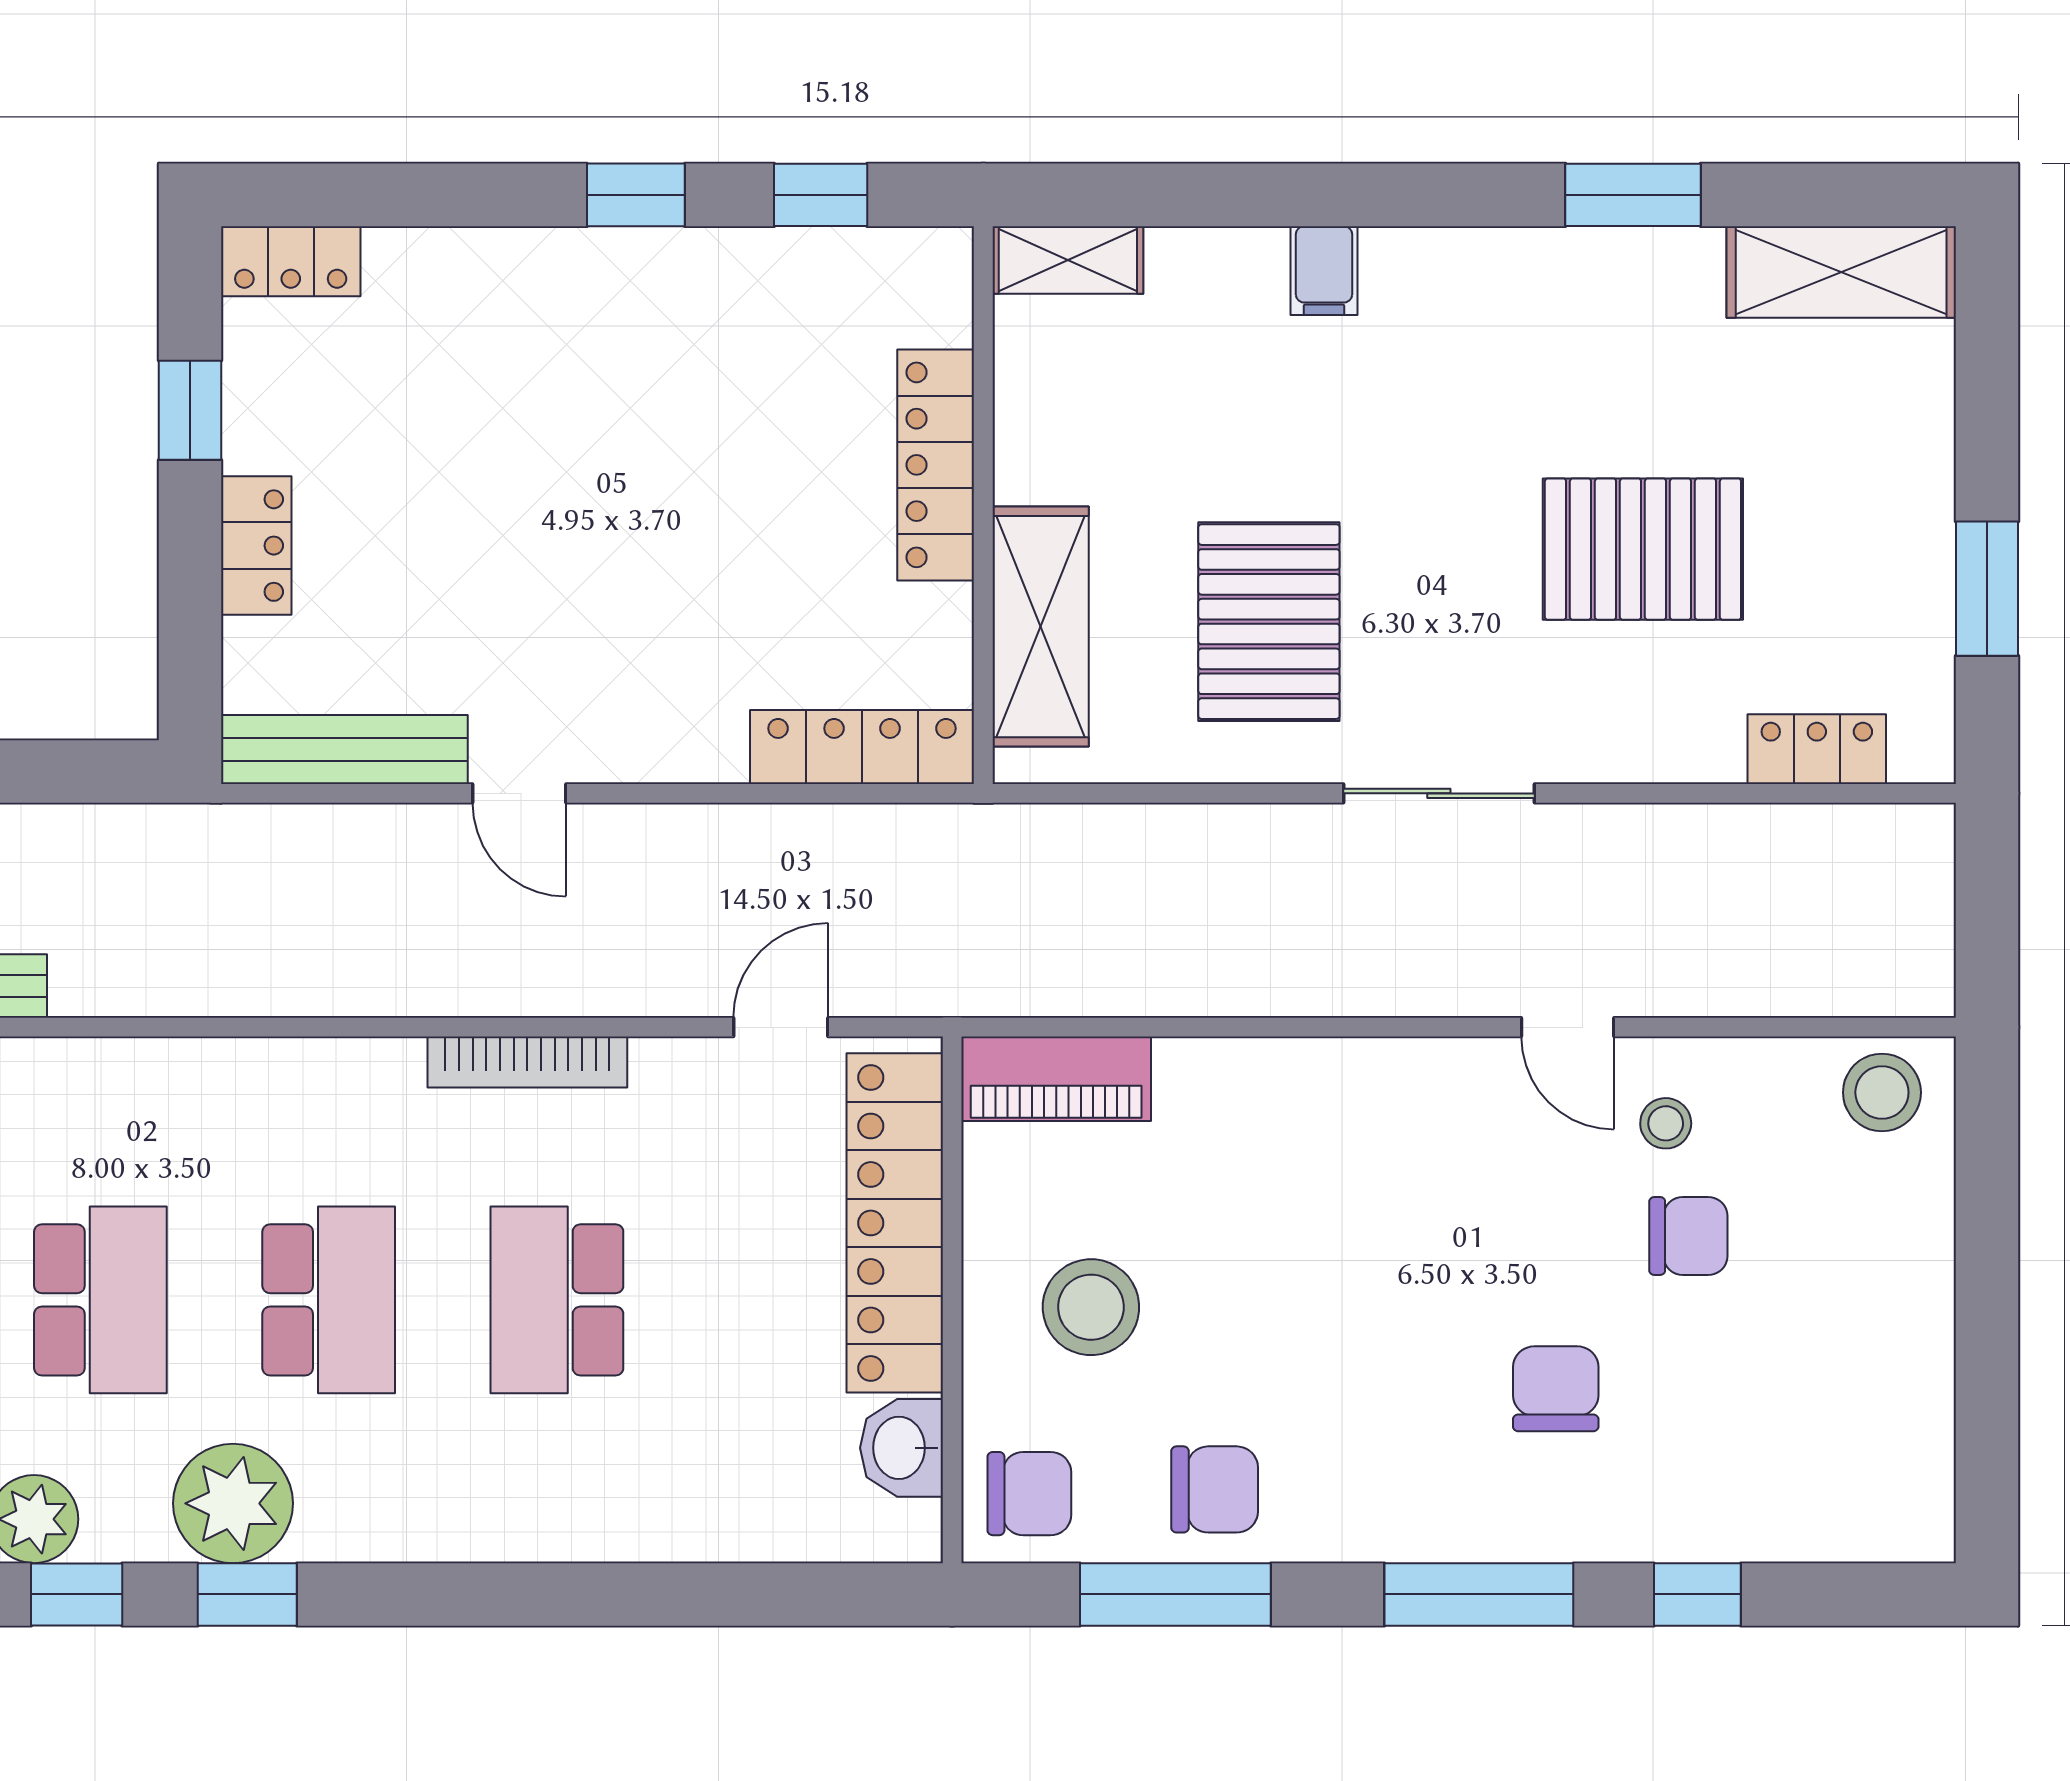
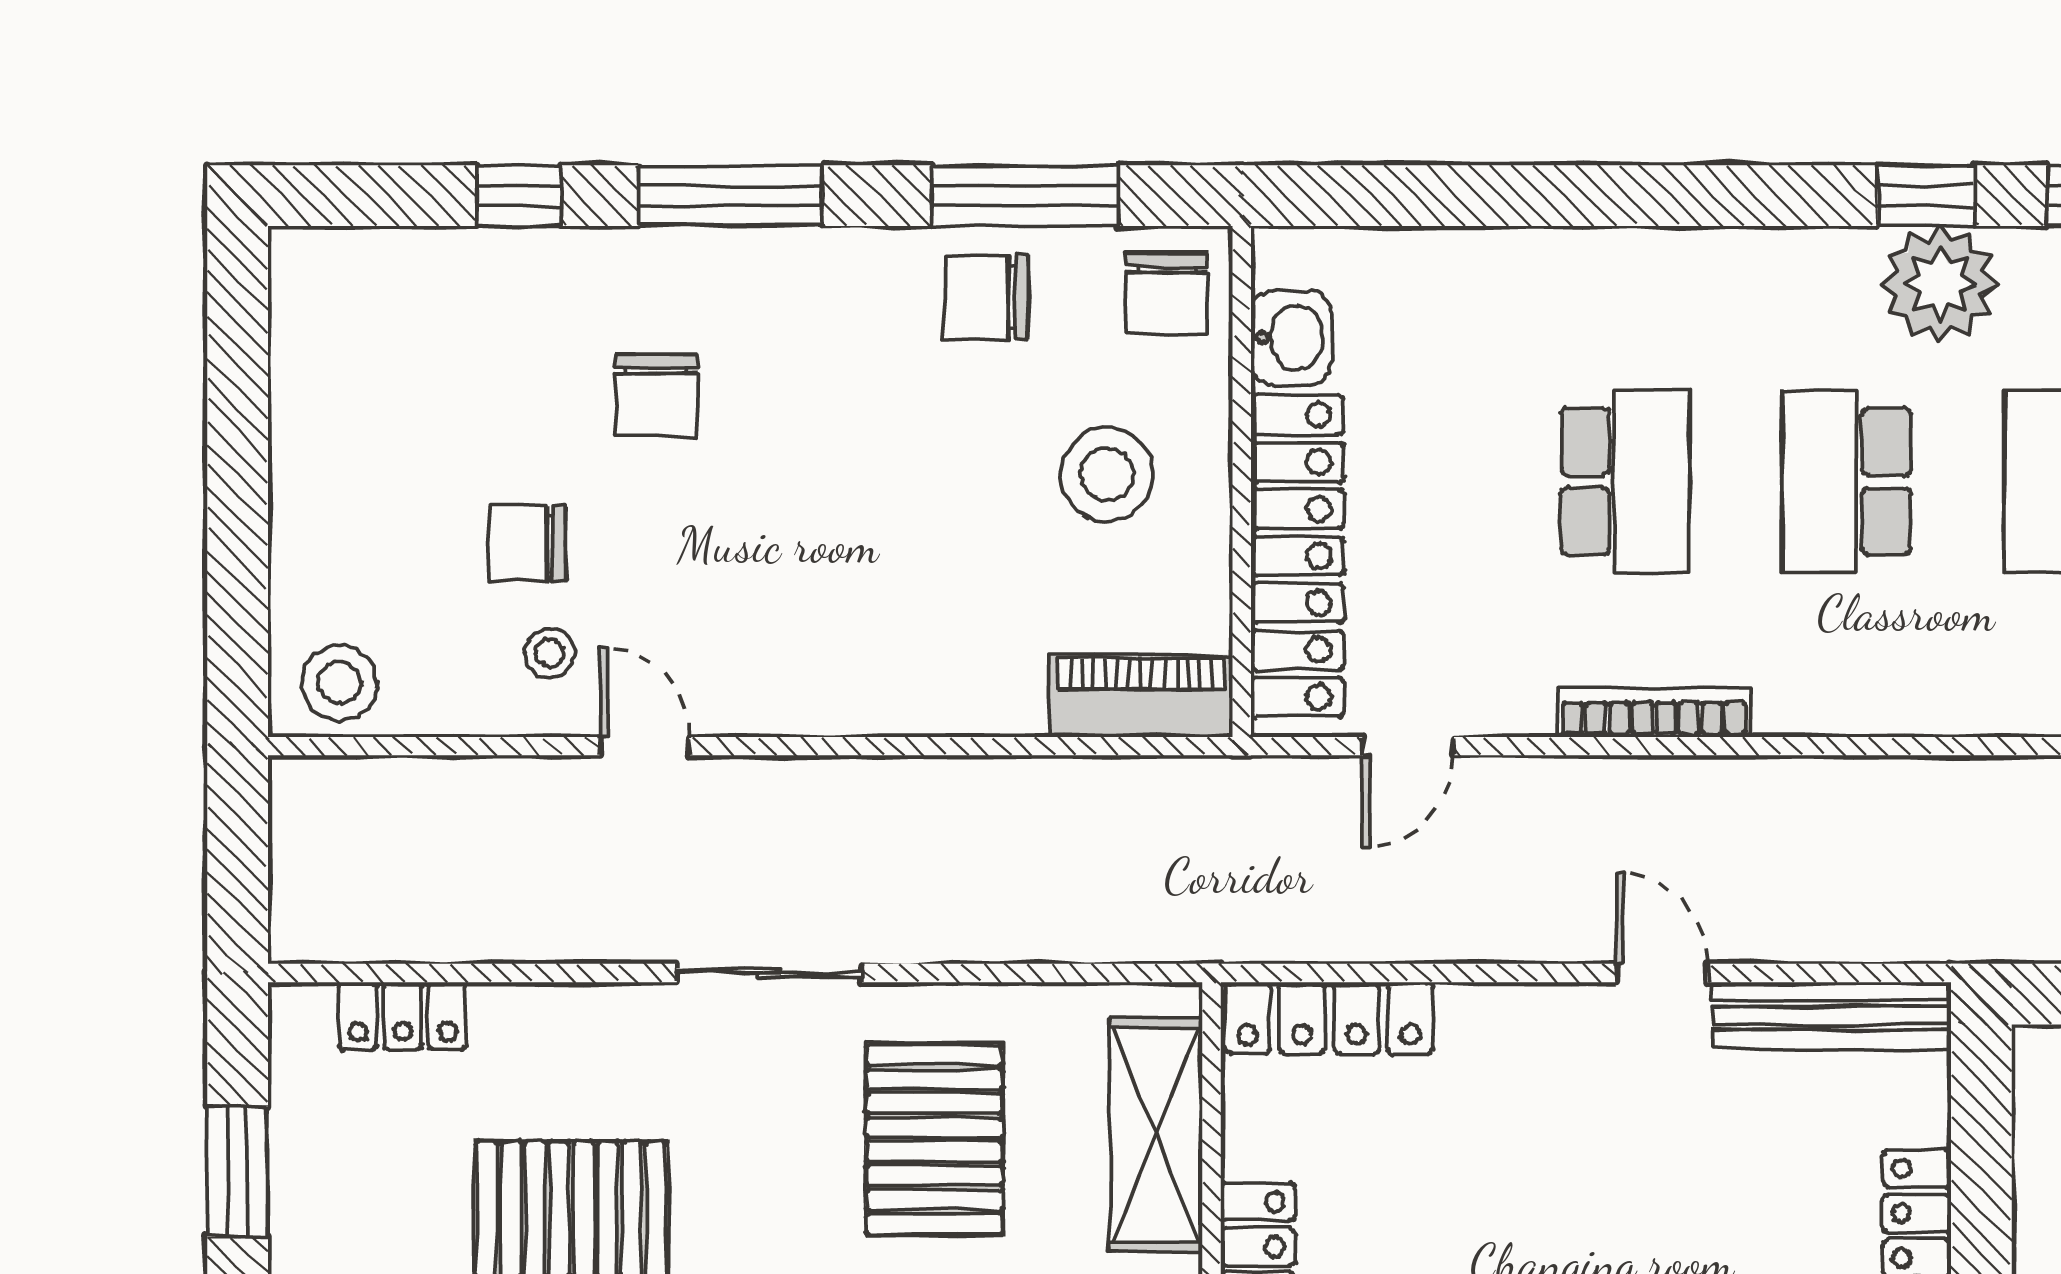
chair: (1029, 1494) -> (1167, 294), turned -90

